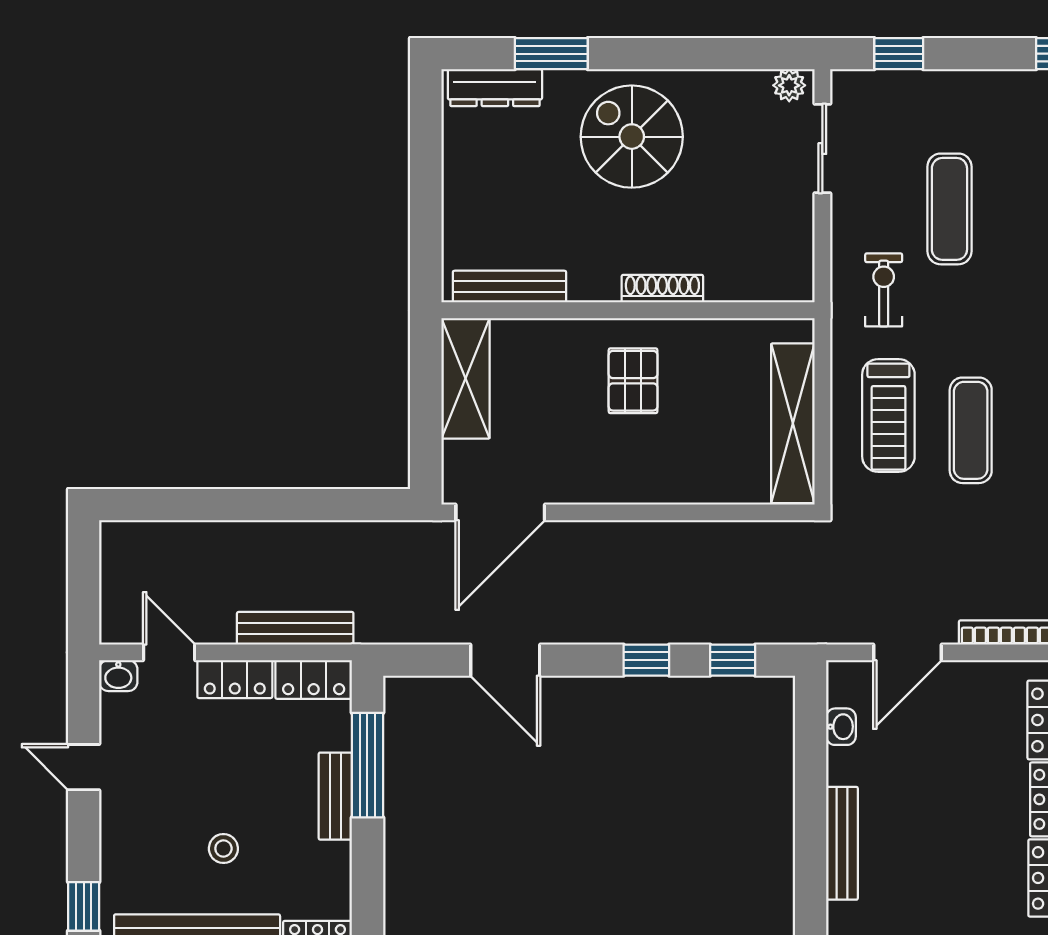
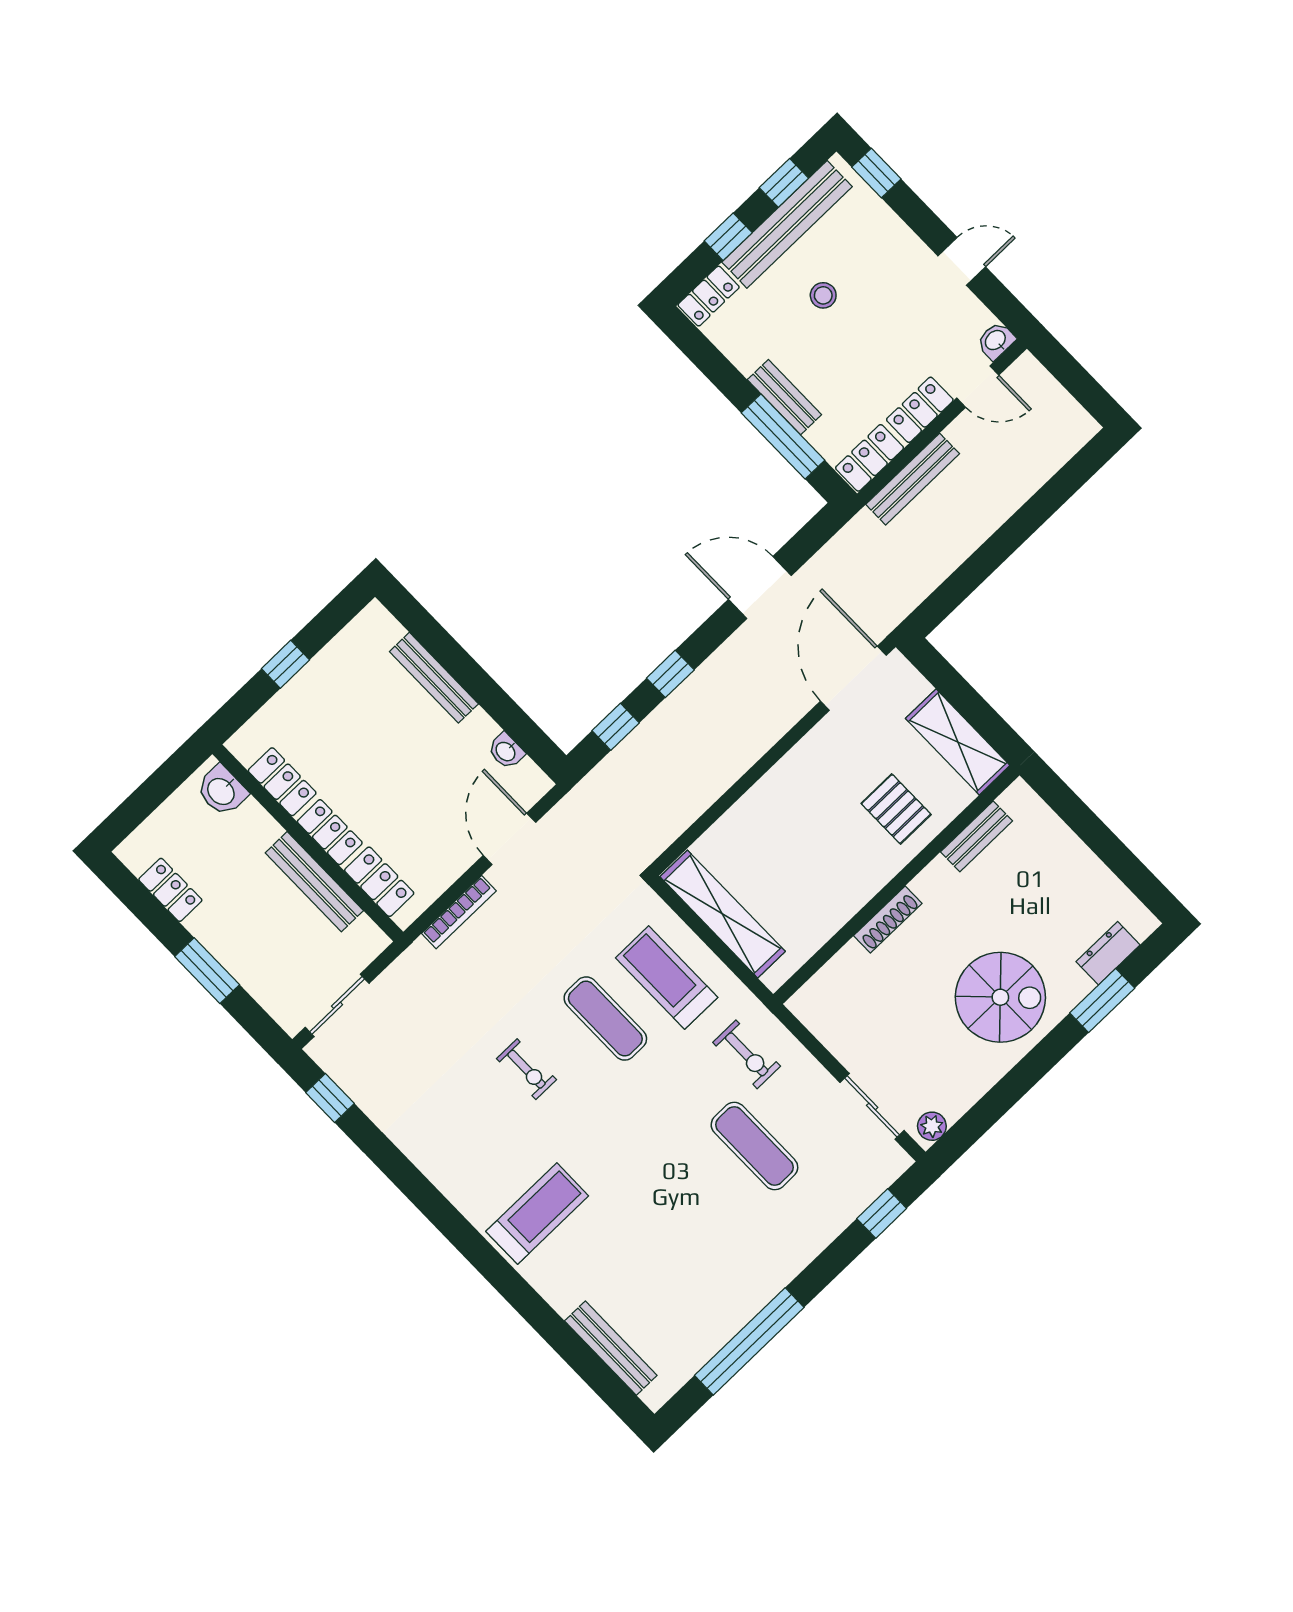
dresser: (495, 88) -> (1108, 953), width x0.70
bench: (509, 287) -> (976, 836), width x0.73
pallet: (633, 381) -> (896, 809), moved

